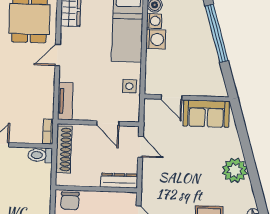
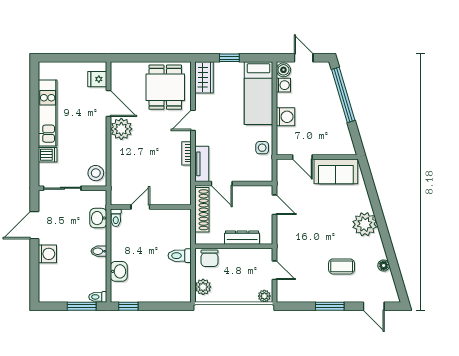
washing machine: (156, 39) -> (286, 117), moved
door: (108, 123) -> (222, 184), moved
bookcase: (48, 131) -> (186, 153), moved
toilet: (40, 155) -> (180, 256), moved
dresser: (119, 181) -> (242, 238), moved

